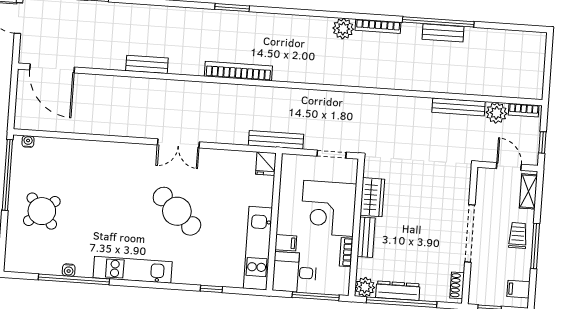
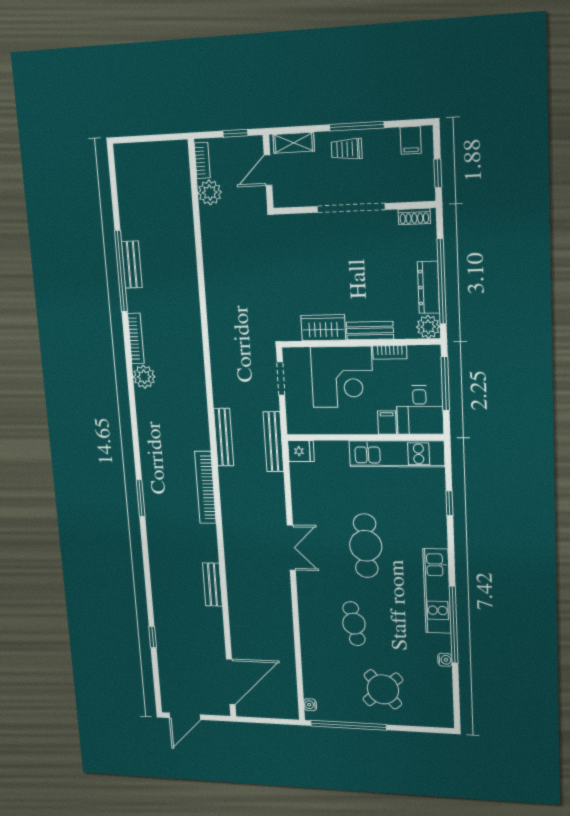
bench: (458, 107) -> (224, 437), moved
cafe table: (105, 192) -> (354, 624), added
cafe table: (177, 211) -> (366, 546), turned -42
window: (74, 279) -> (454, 625), moved

